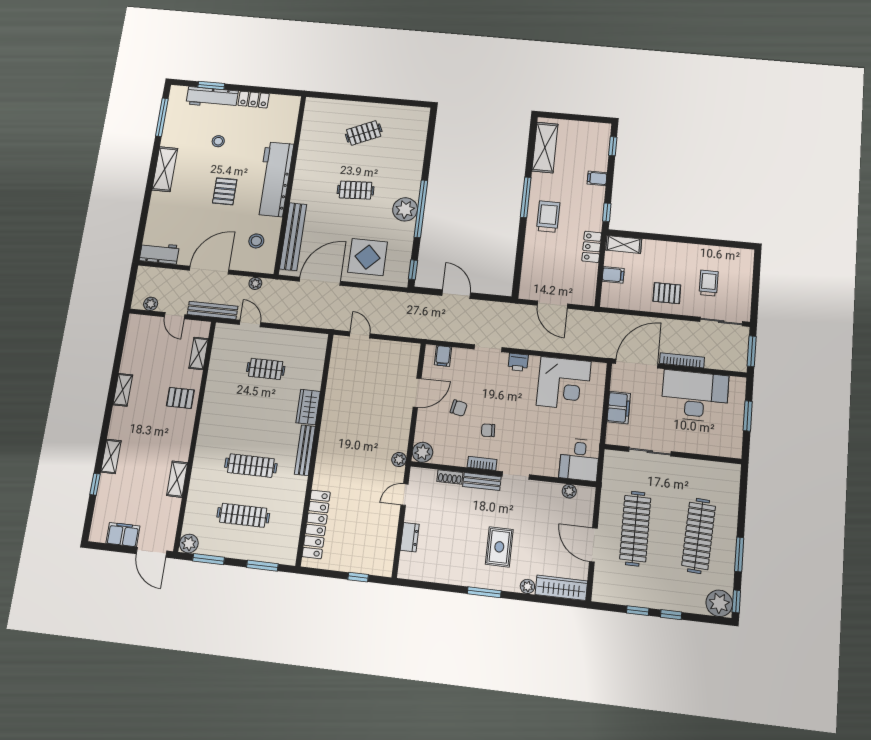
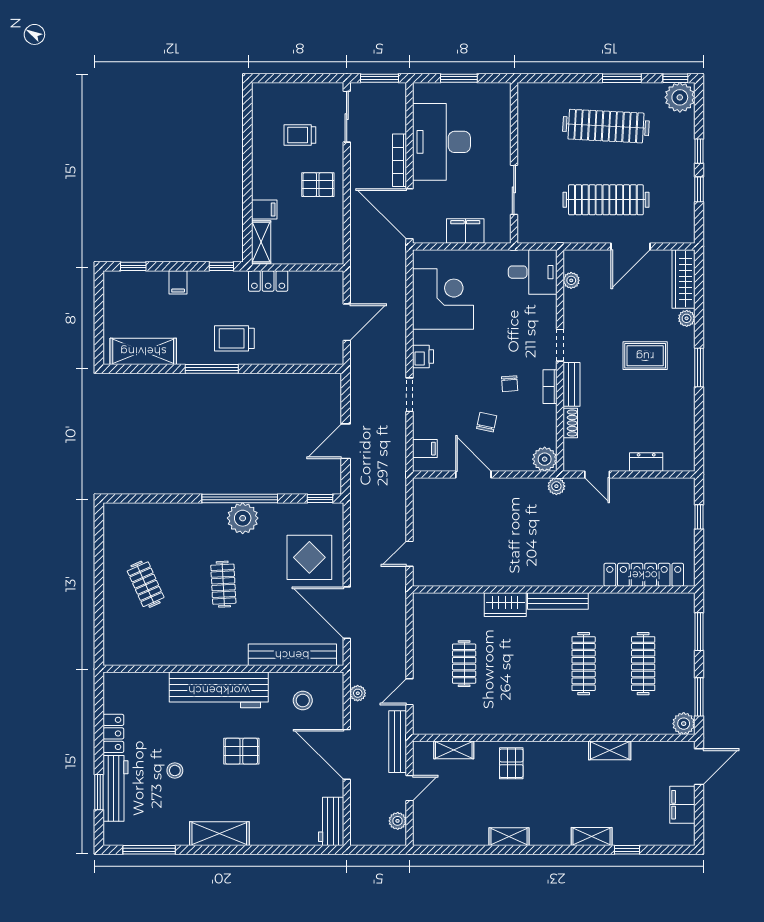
filing cabinet: (613, 275) -> (264, 210), moved, turned 90
pallet: (667, 293) -> (318, 185), turned 90

